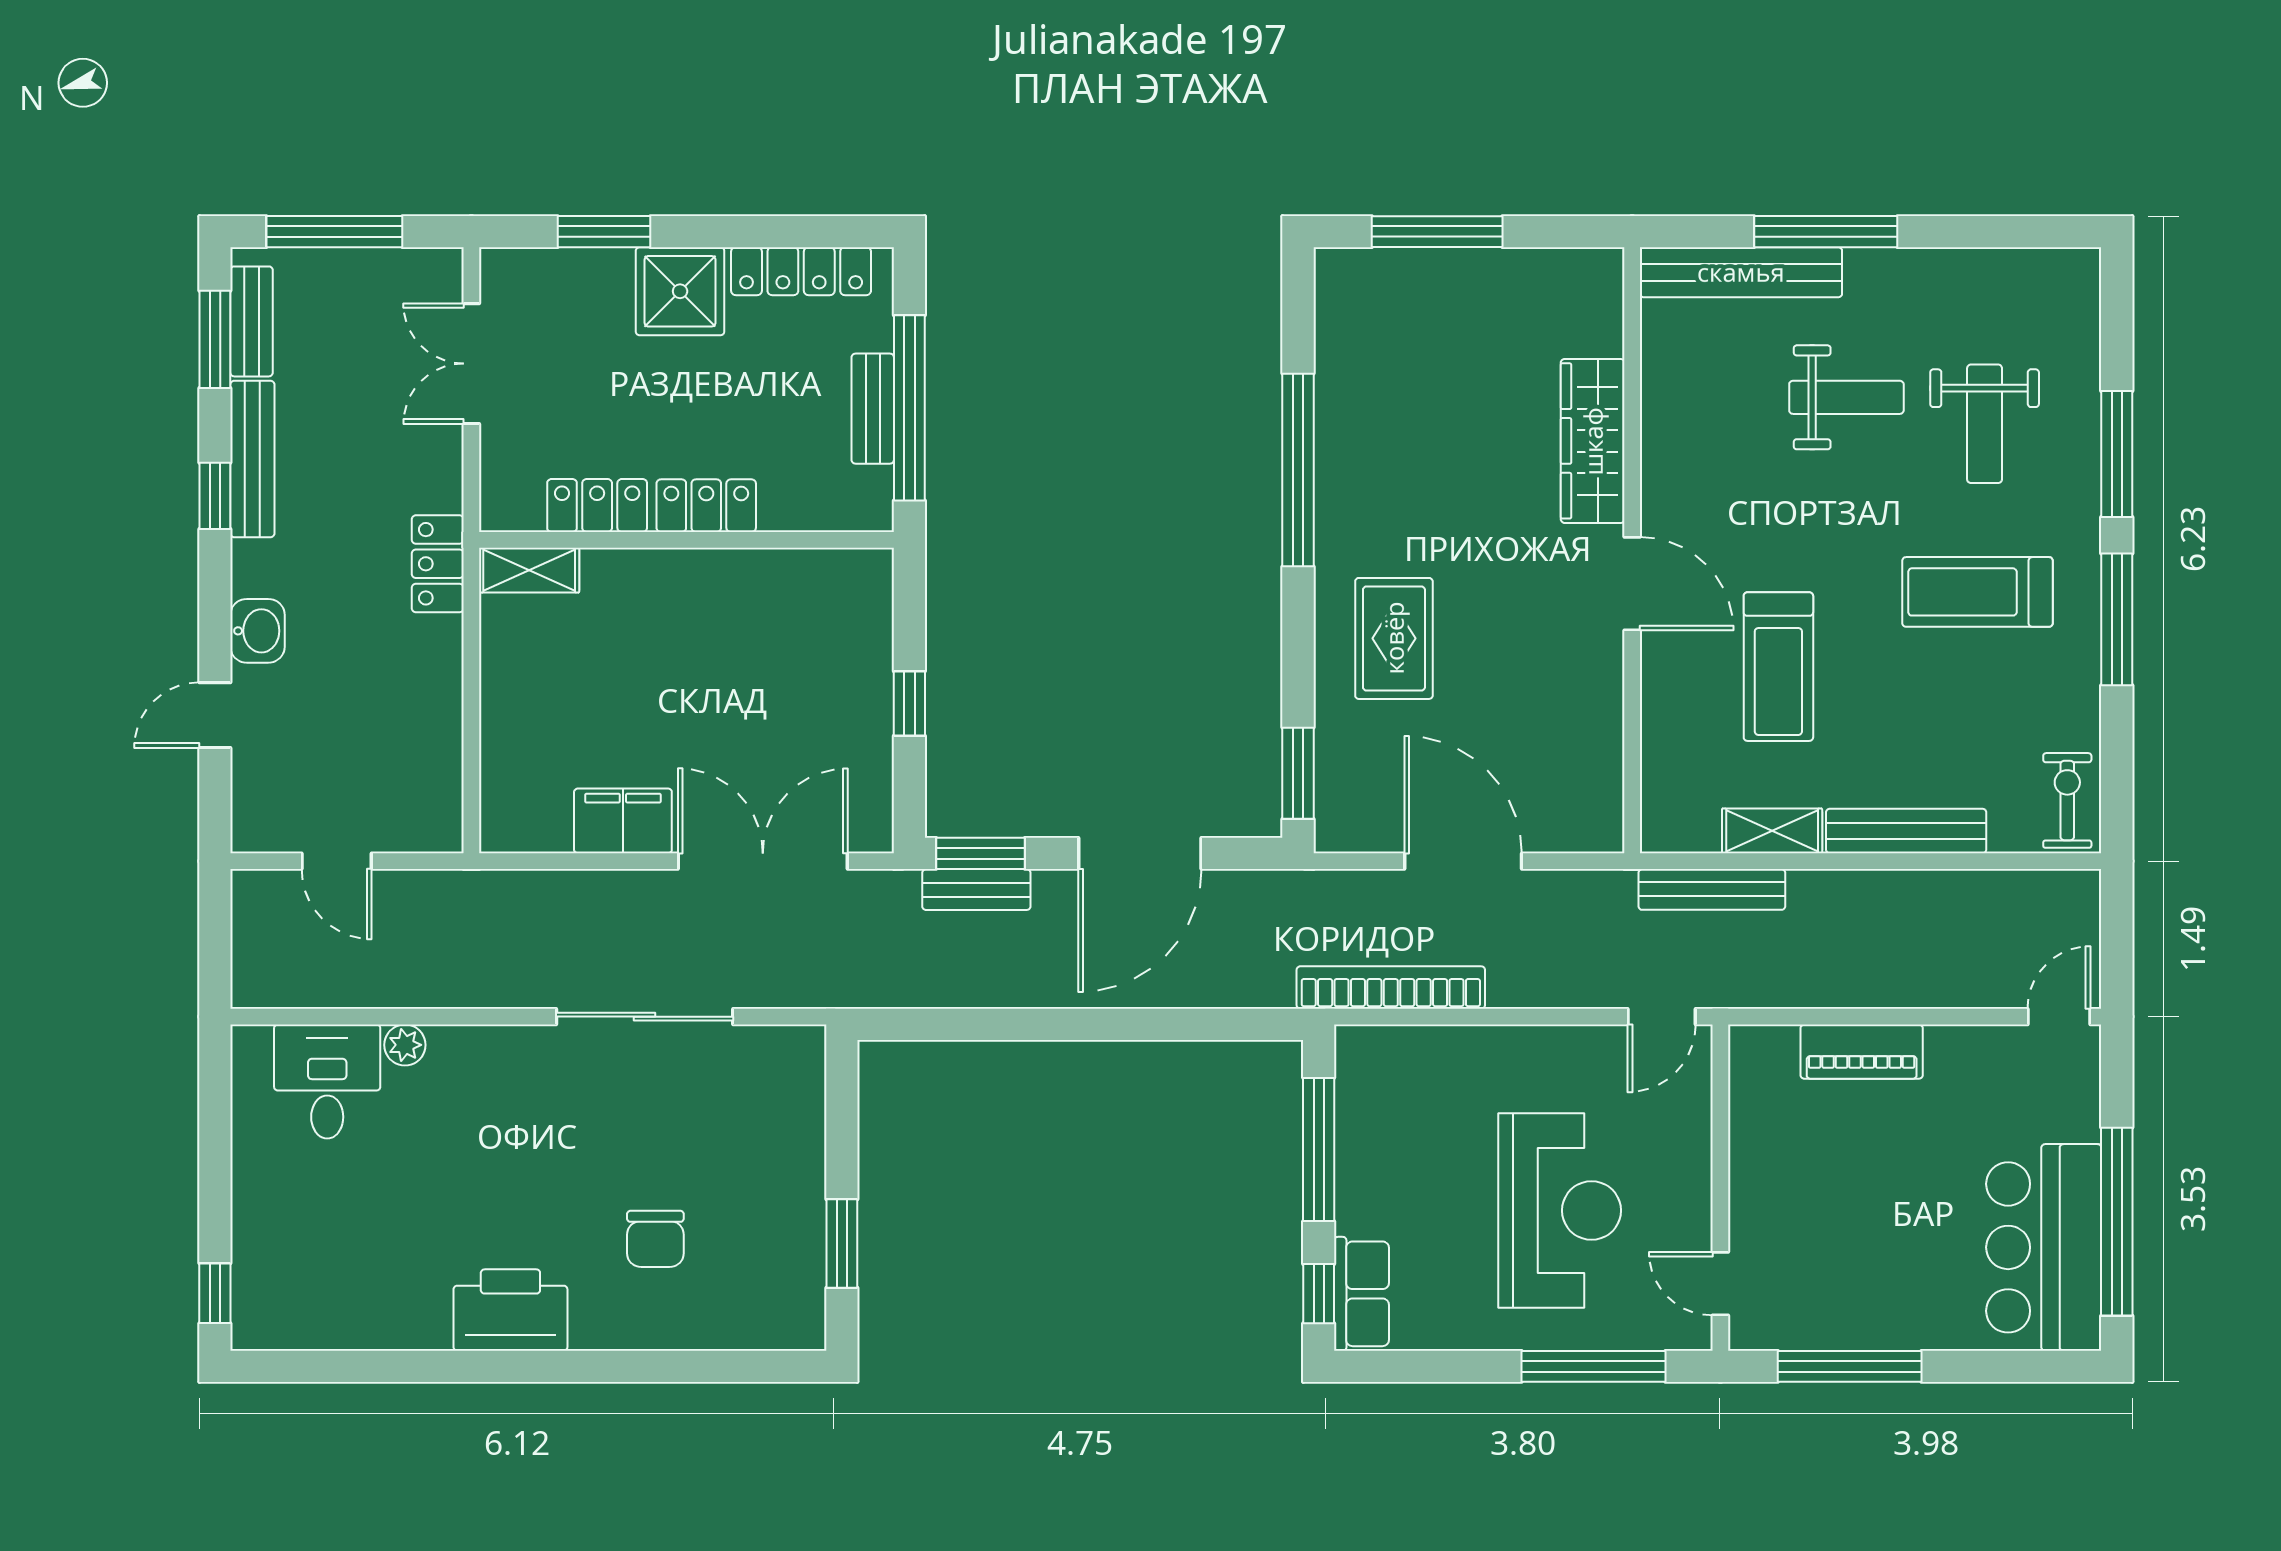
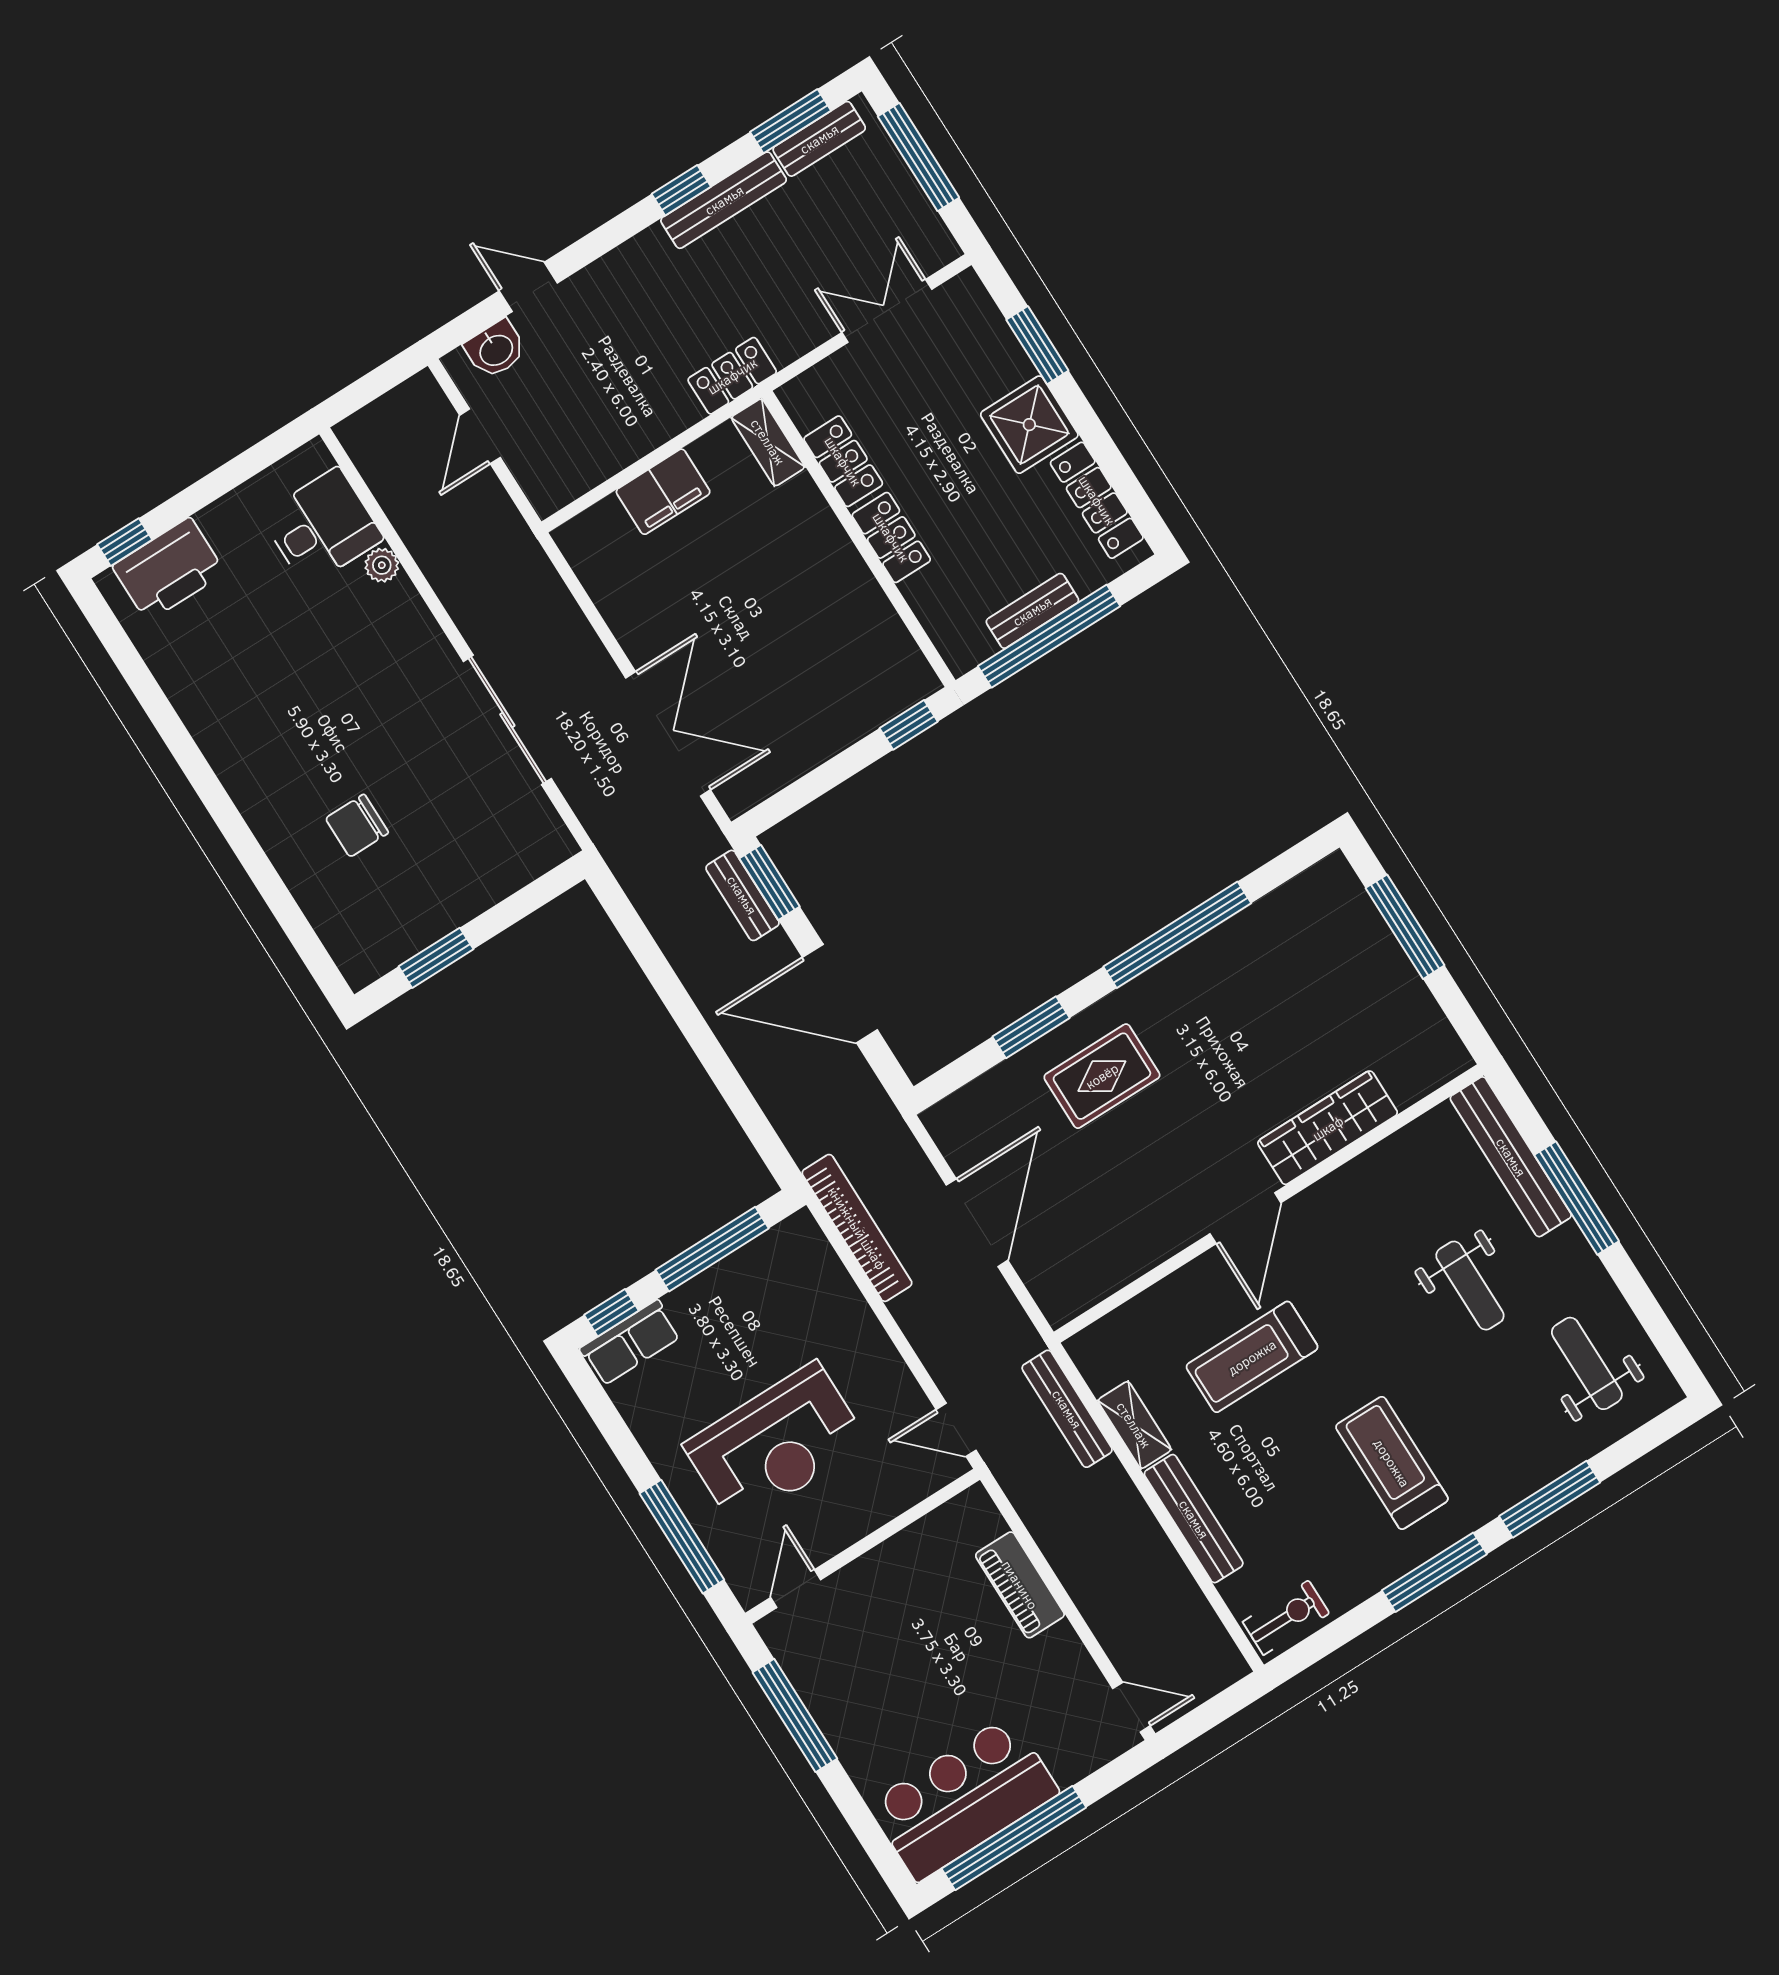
weight bench: (1985, 424) -> (1587, 1363), moved, turned 90
washbasin: (258, 631) -> (496, 349), moved
window: (909, 704) -> (909, 725), moved
window: (1298, 773) -> (1031, 1027), moved
filing cabinet: (623, 821) -> (663, 492), moved, turned 90
printer: (510, 1310) -> (169, 569), moved, turned 90

